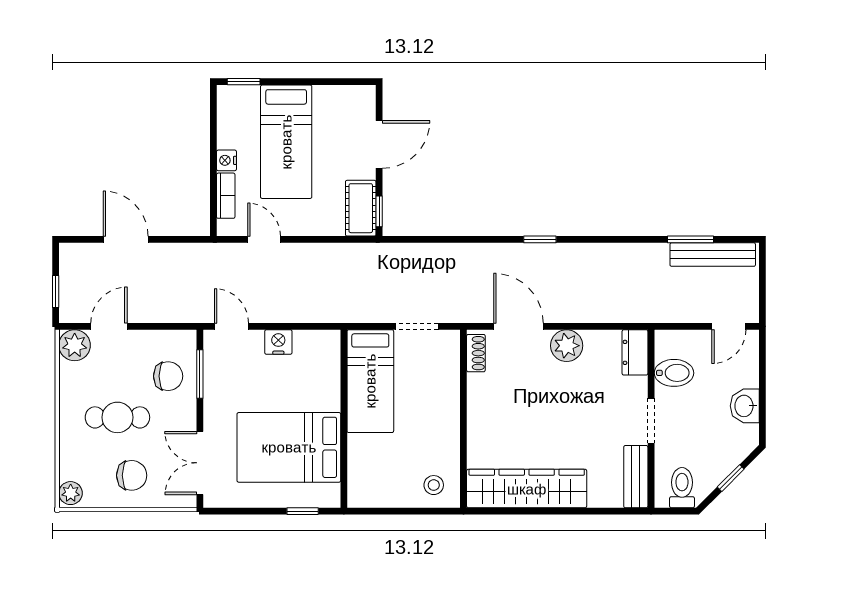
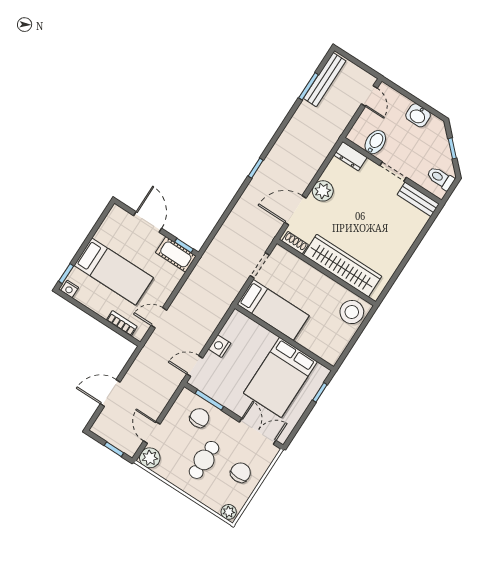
nightstand: (226, 160) -> (70, 289), moved
double door: (200, 463) -> (258, 431), swing flipped
stool: (434, 485) -> (352, 312), width x1.89, depth x1.89
wardrobe: (527, 489) -> (343, 266), moved, turned 90

